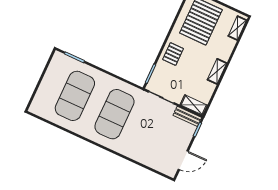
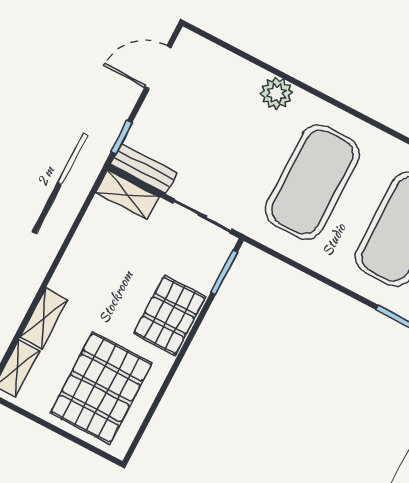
pallet: (173, 54) -> (170, 315), width x1.50, depth x1.42
shelving: (217, 71) -> (44, 319), moved
plant: (132, 152) -> (277, 93), added

